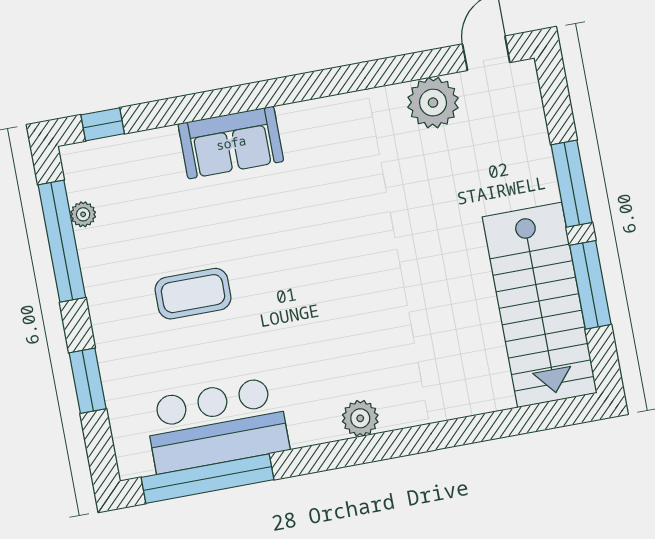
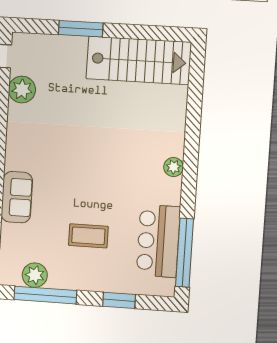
plant: (83, 214) -> (35, 275), width x1.87, depth x1.87
window: (590, 285) -> (135, 32), removed
coffee table: (193, 294) -> (88, 236), turned 90

